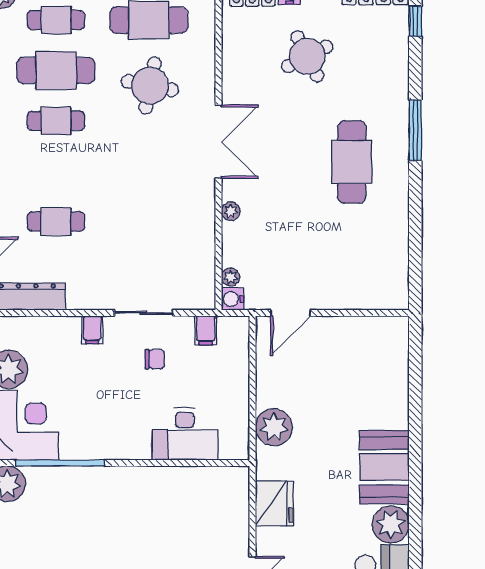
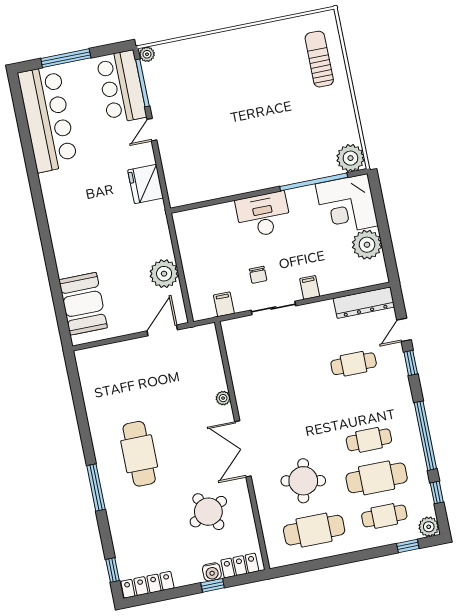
round table: (307, 56) -> (208, 512), moved
plant: (230, 277) -> (213, 348), removed
water cooler: (232, 299) -> (208, 332), removed
chair: (155, 359) -> (258, 275), turned -90
plant: (274, 427) -> (164, 274), moved
desk: (185, 434) -> (263, 215), moved
booth: (384, 467) -> (83, 304), moved
plant: (391, 524) -> (54, 186), removed

